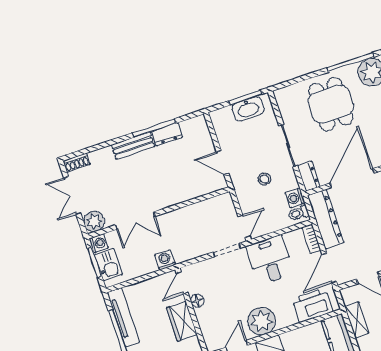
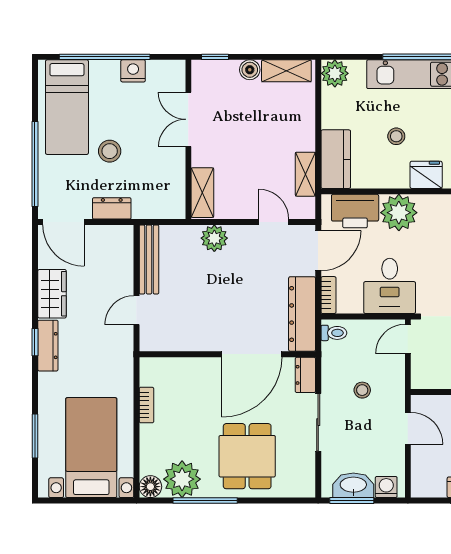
washing machine: (295, 198) -> (386, 487), moved, turned -90
plant: (262, 321) -> (399, 213), moved

